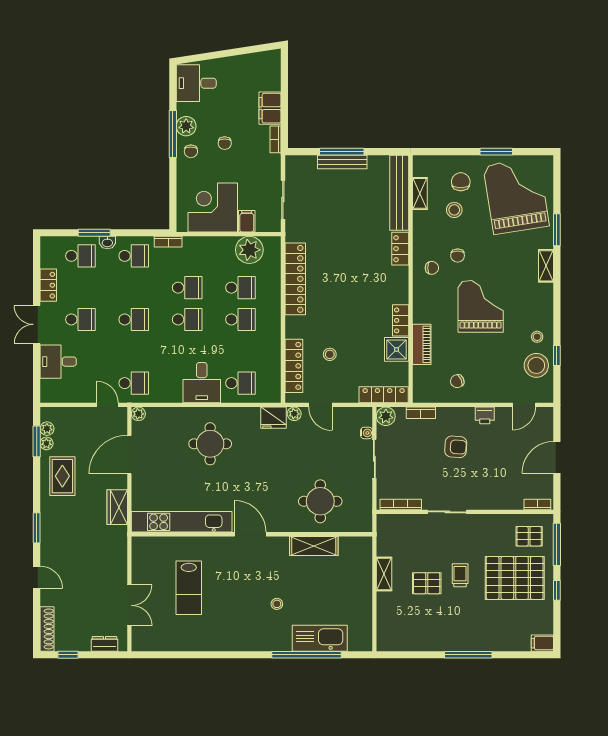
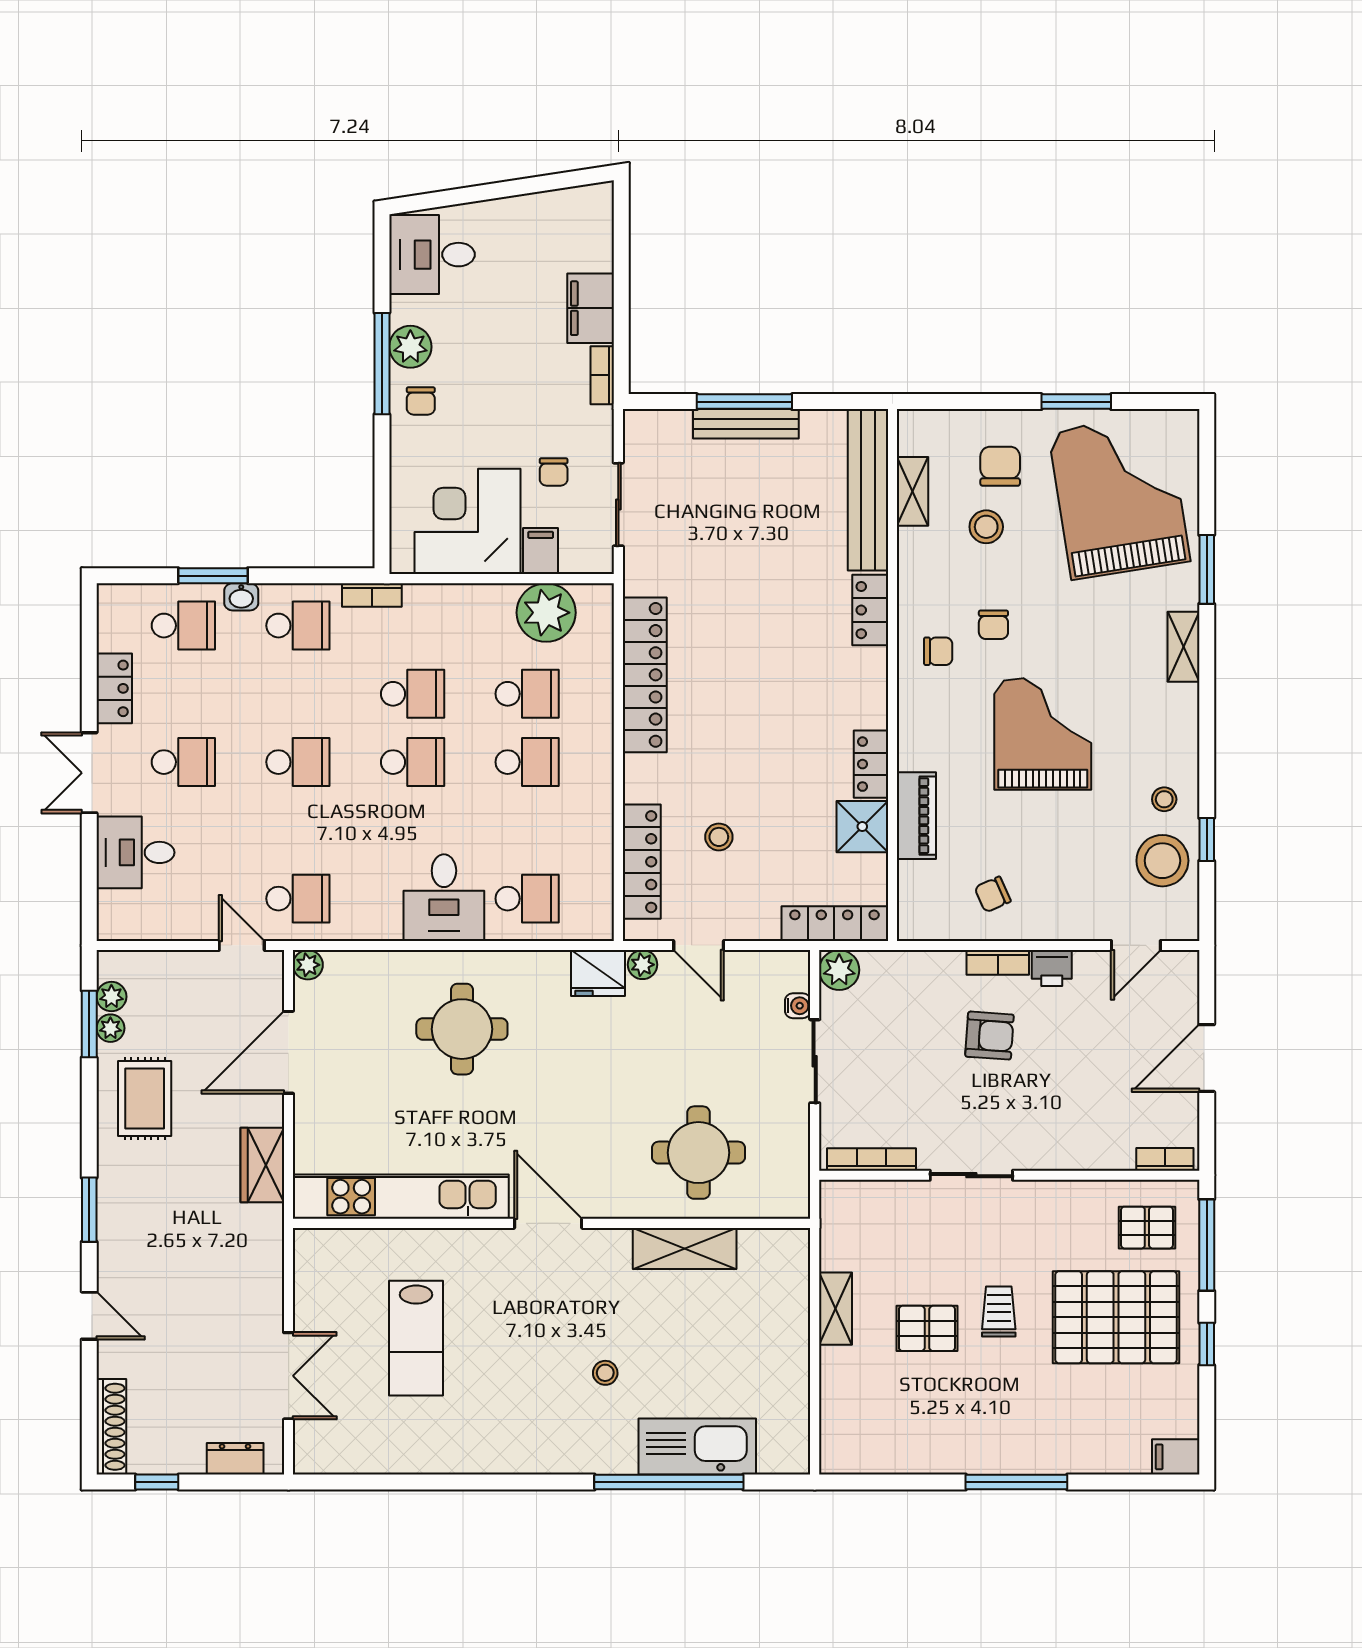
chair: (225, 143) -> (554, 472), moved
bookcase: (421, 413) -> (998, 962), moved

